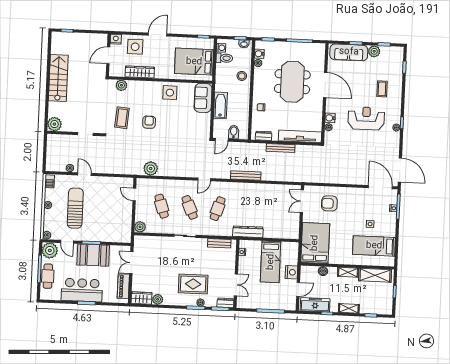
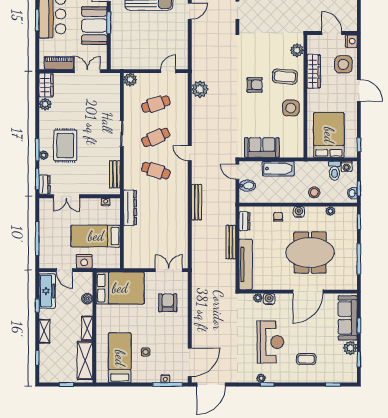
water cooler: (259, 54) -> (299, 212), moved
sofa: (203, 98) -> (262, 148), moved
coffee table: (122, 118) -> (285, 77), moved

